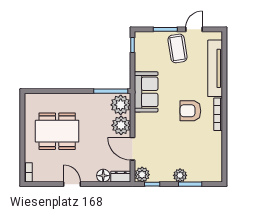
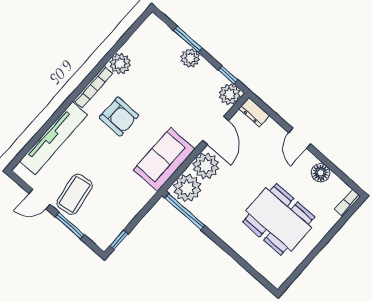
sofa: (146, 92) -> (164, 160), moved
plant: (215, 139) -> (120, 64), added
floor lamp: (103, 176) -> (321, 173), moved
door: (72, 184) -> (300, 138), moved

